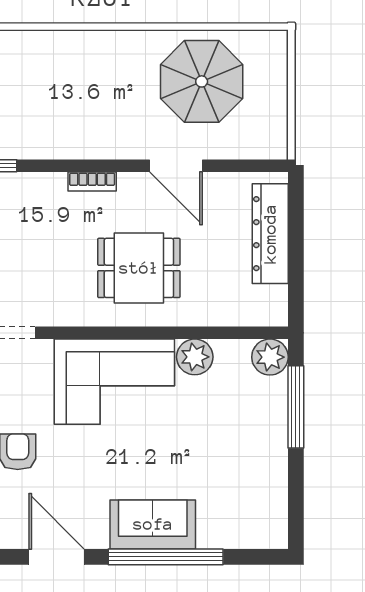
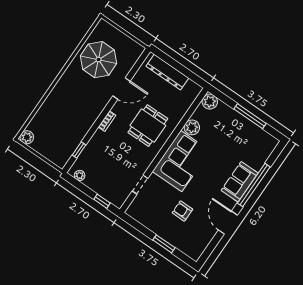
window: (296, 407) -> (250, 116), moved
door: (57, 557) -> (228, 223), hinge flipped

